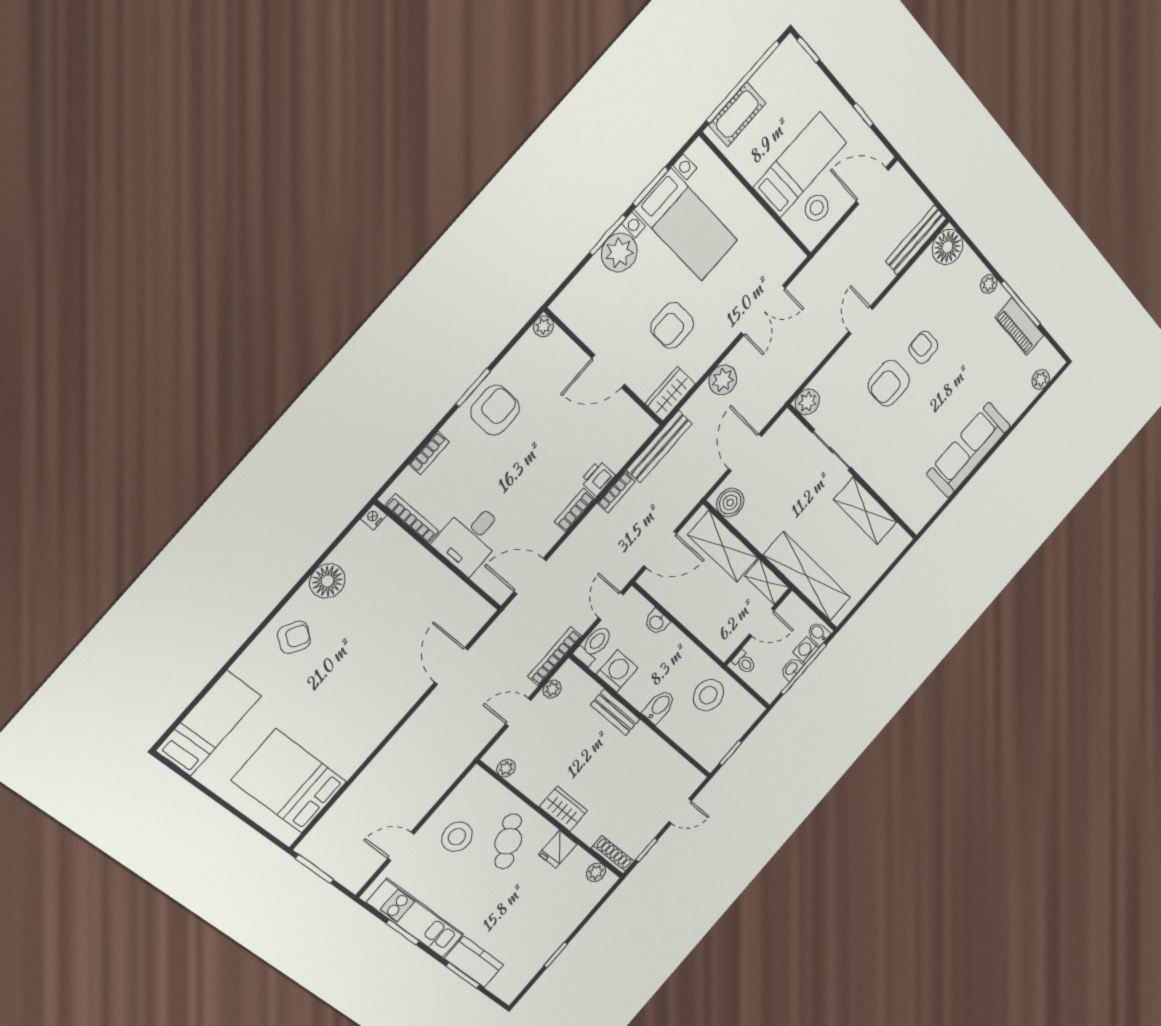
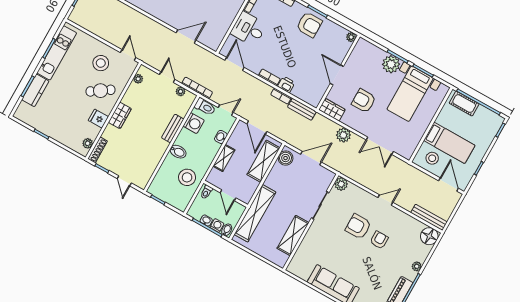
bench: (659, 447) -> (302, 109), width x0.73
shelving: (767, 582) -> (224, 158), moved
door: (401, 846) -> (128, 55), moved

